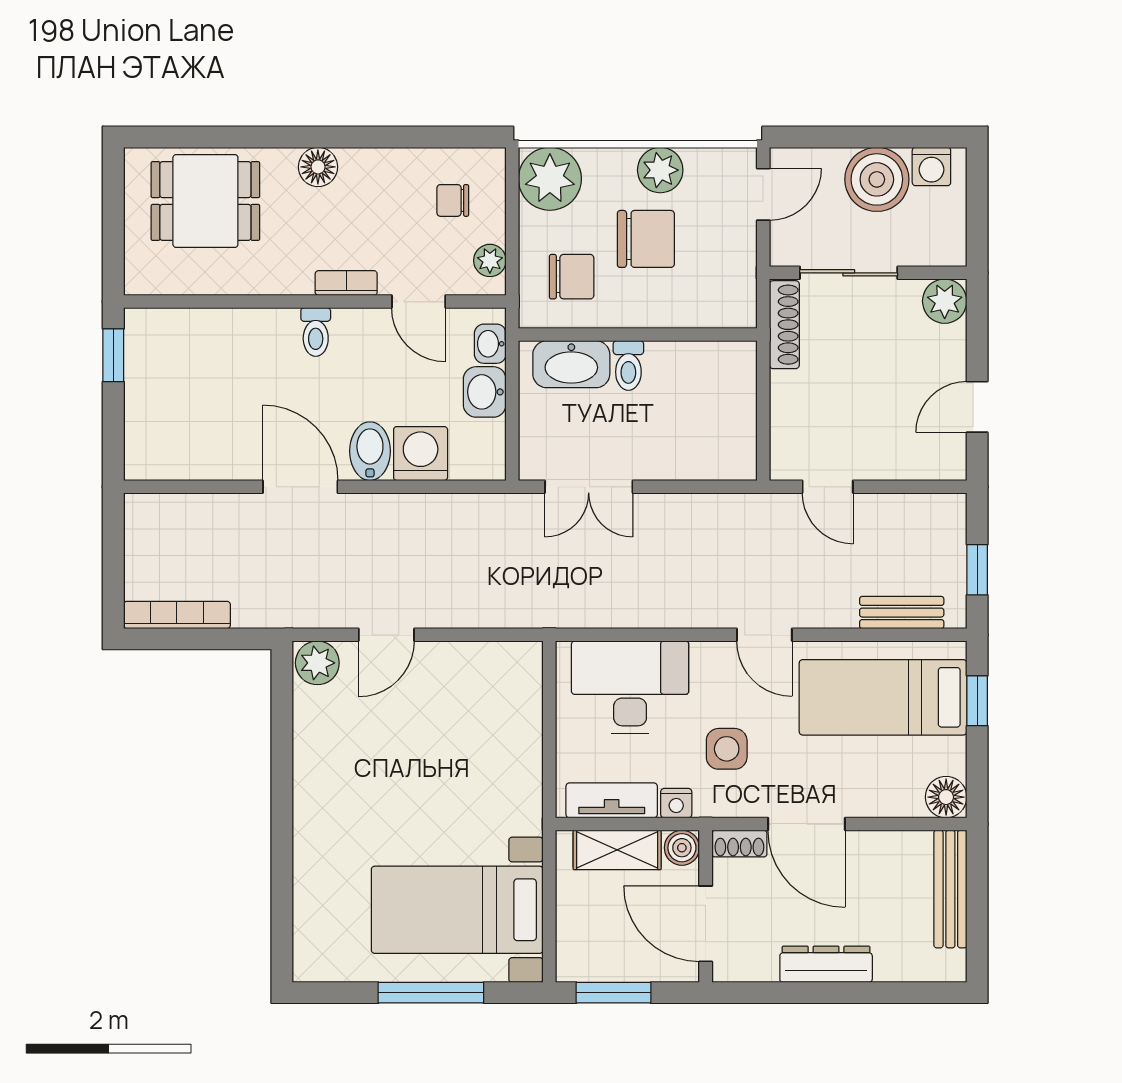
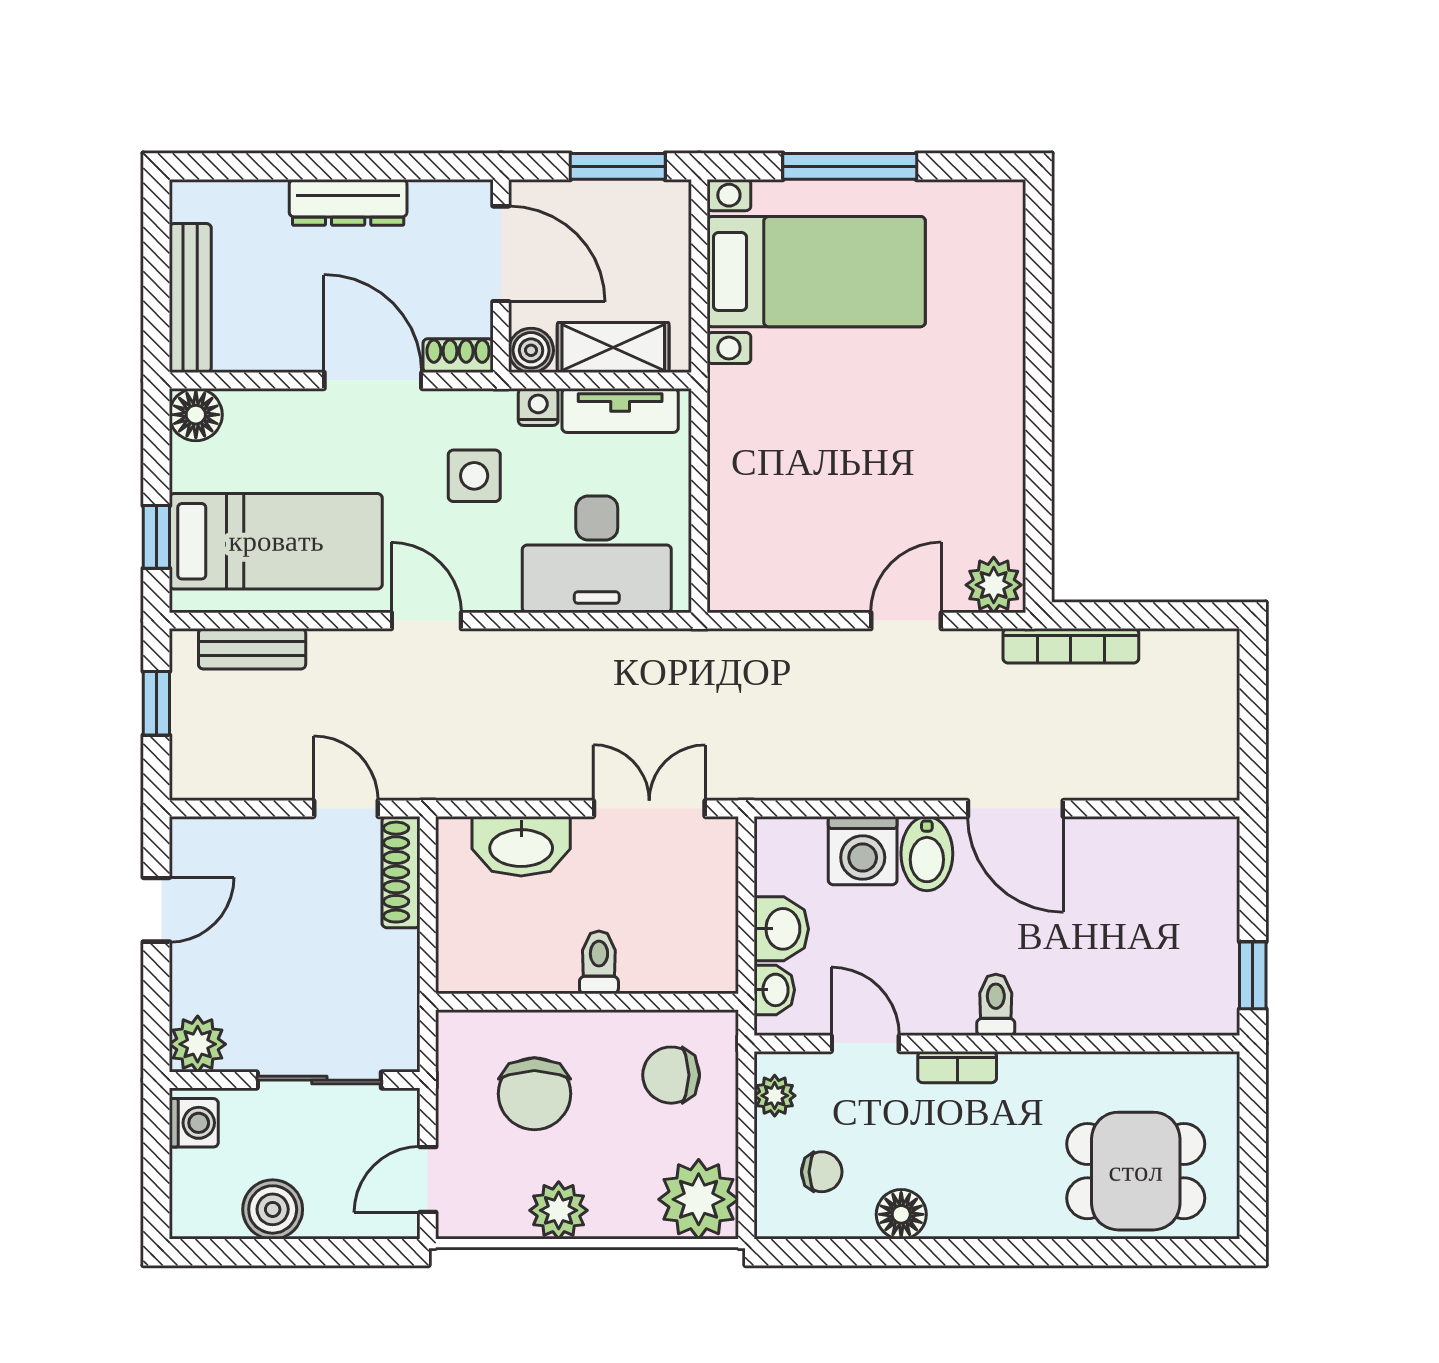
floor lamp: (318, 167) -> (901, 1214), moved
washing machine: (931, 167) -> (194, 1123), moved, turned 90
boiler: (877, 179) -> (273, 1209), width x0.73, depth x0.73
chair: (646, 239) -> (534, 1094), moved, turned -90
shoe rack: (784, 325) -> (401, 872), moved
washbasin: (571, 364) -> (521, 846), moved, turned 180
bookcase: (177, 615) -> (1071, 646), moved

